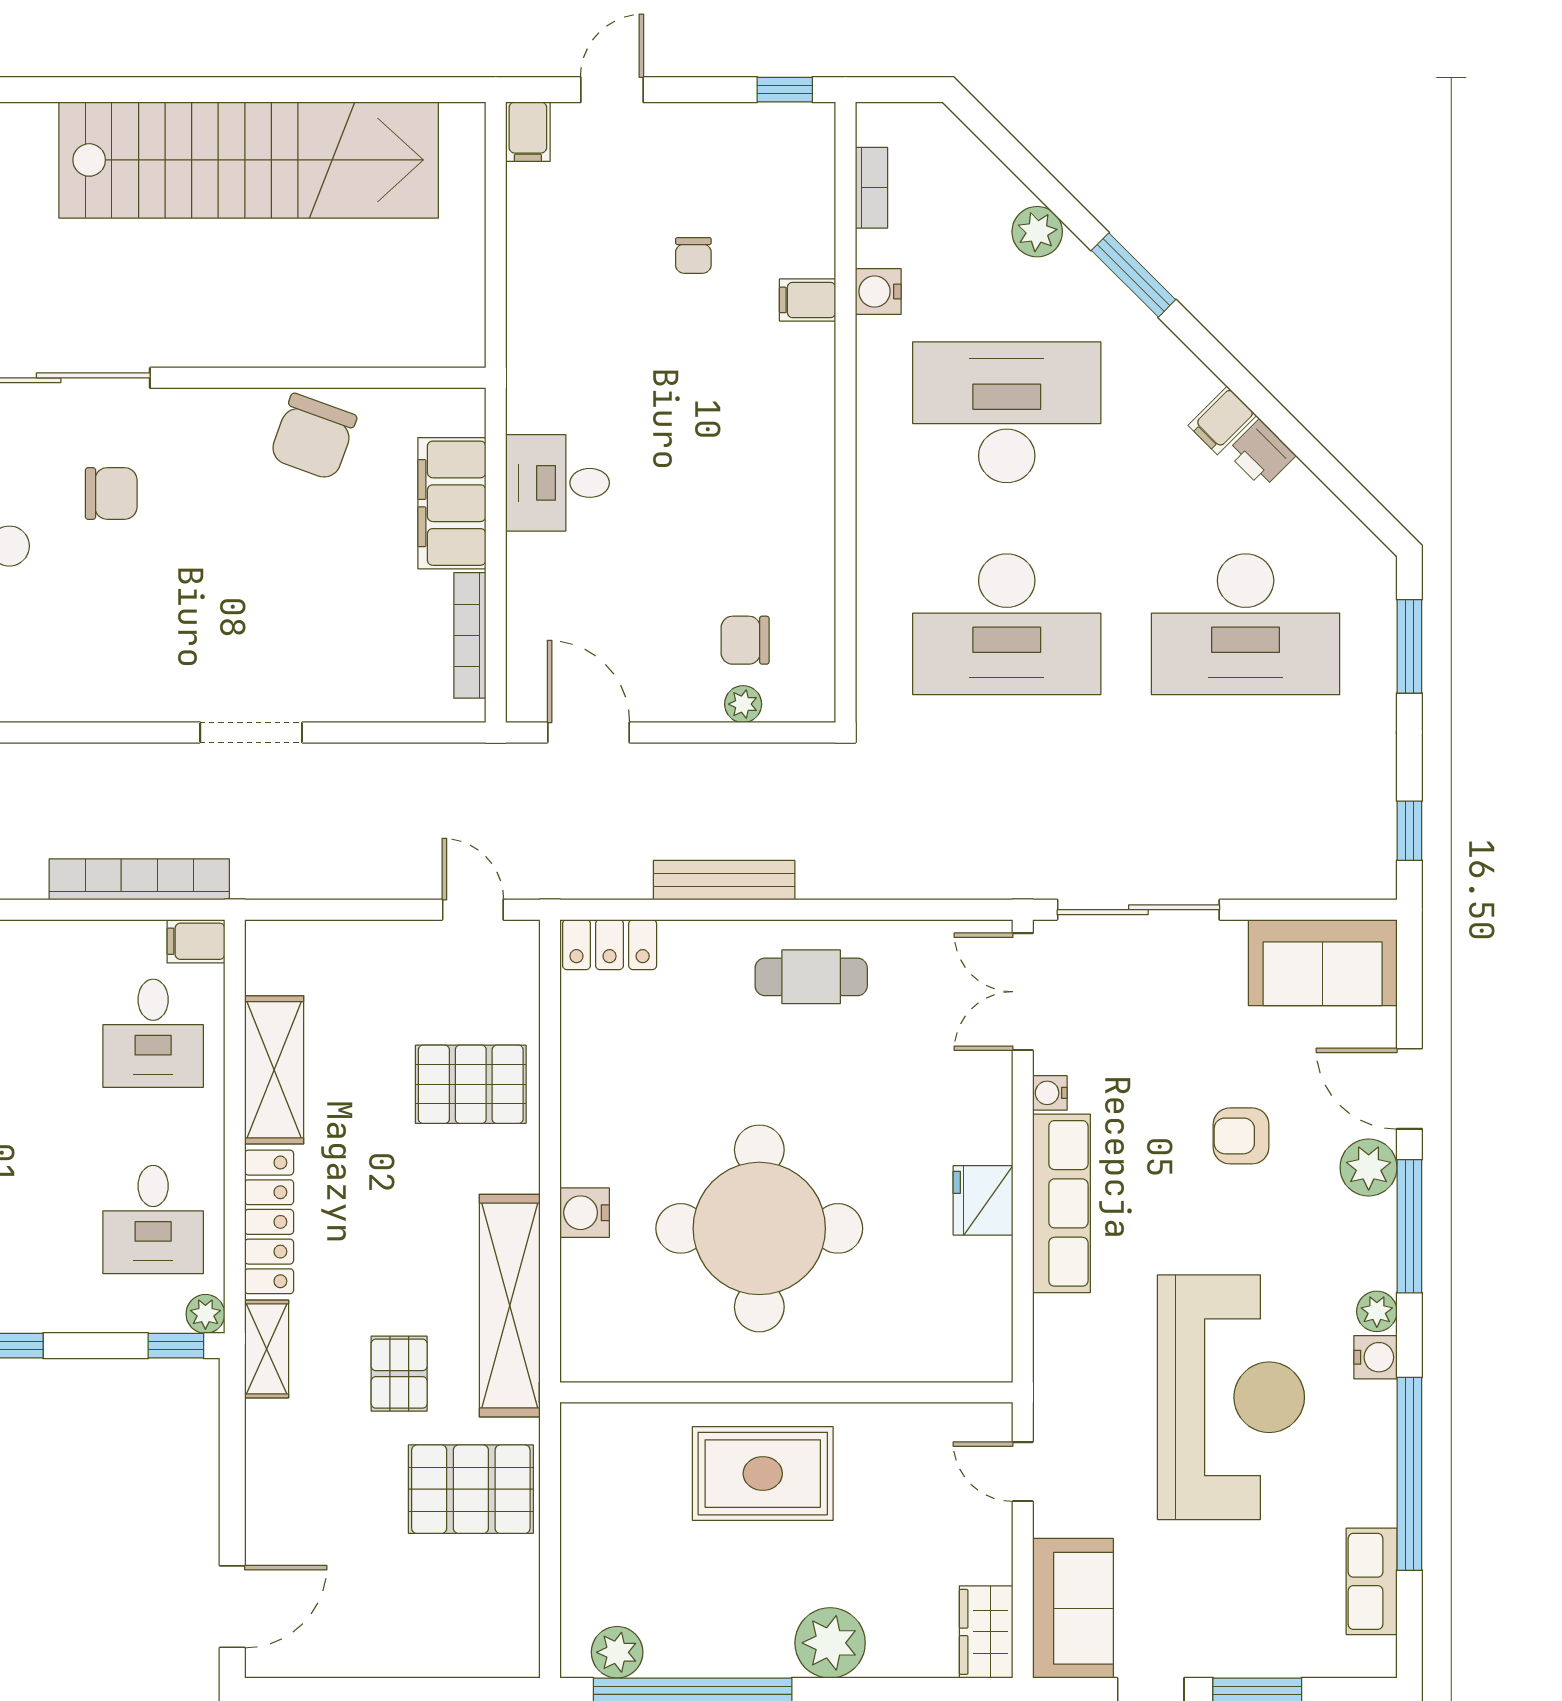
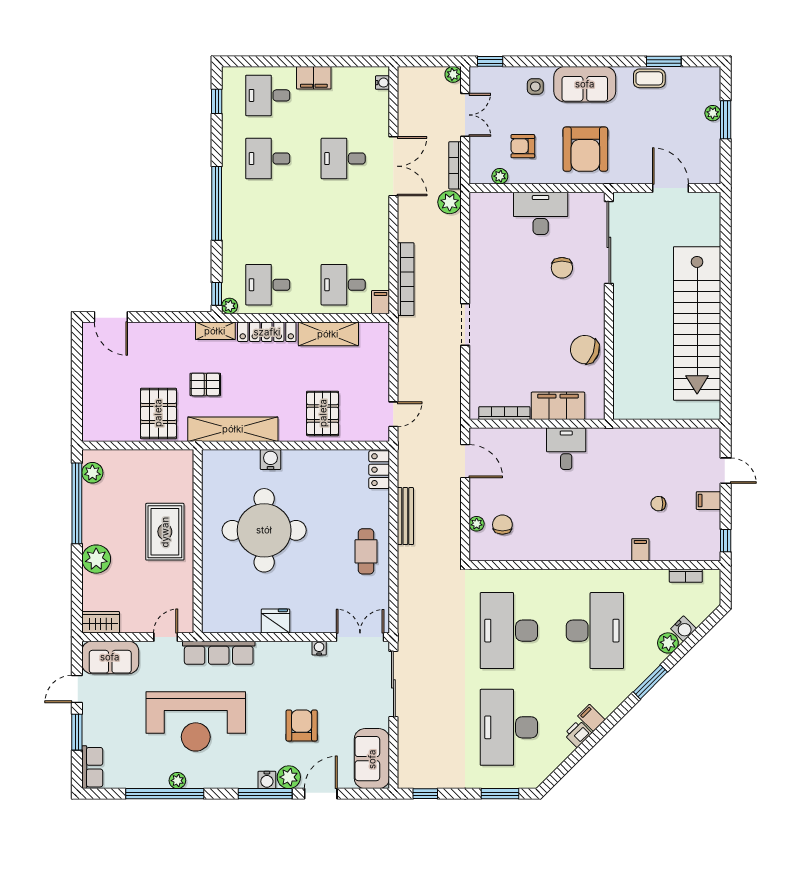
filing cabinet: (528, 132) -> (708, 501), moved
water cooler: (878, 292) -> (684, 629), moved, turned 135
door: (588, 732) -> (465, 461), hinge flipped
armchair: (1241, 1136) -> (302, 725), width x1.38, depth x1.38
row of seats: (1061, 1203) -> (219, 653), moved
plant: (1377, 1311) -> (177, 781), moved
water cooler: (1375, 1357) -> (267, 780), moved
row of seats: (1372, 1581) -> (92, 767), moved, turned 90

